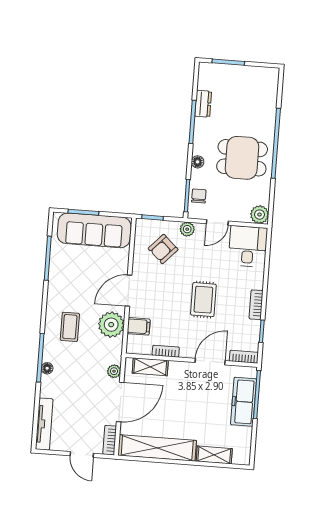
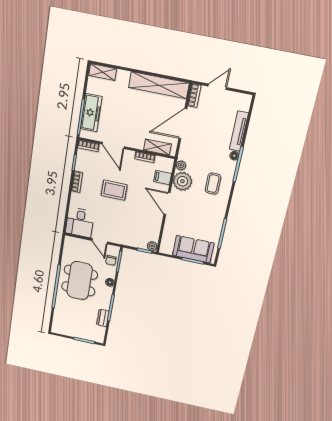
dining table: (242, 158) -> (80, 281), width x1.38
plant: (260, 215) -> (70, 242), removed
door: (217, 222) -> (100, 241), swing flipped
plant: (187, 229) -> (152, 246), moved
sofa: (94, 230) -> (193, 249), width x0.73
armchair: (163, 249) -> (139, 229), removed
door: (129, 291) -> (167, 203), swing flipped
rug: (203, 300) -> (114, 190), turned 90
door: (210, 362) -> (113, 145), hinge flipped
plant: (114, 371) -> (181, 165), moved
tv unit: (44, 424) -> (239, 131), moved
door: (82, 455) -> (217, 87), hinge flipped
shelving: (214, 455) -> (103, 72), moved

